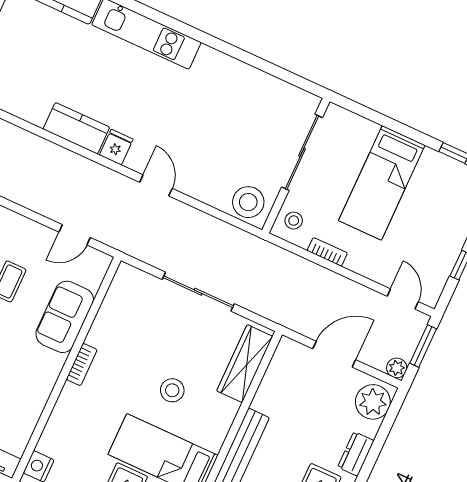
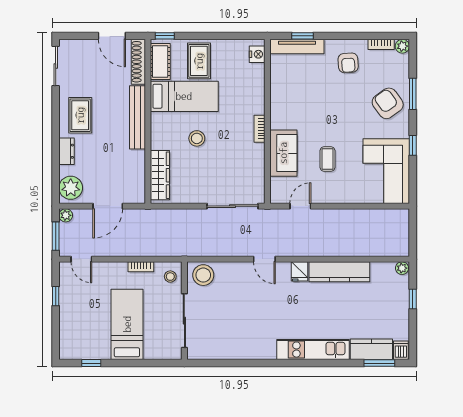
kitchen counter: (76, 128) -> (339, 272), width x1.50
sliding door: (198, 292) -> (233, 206), moved

